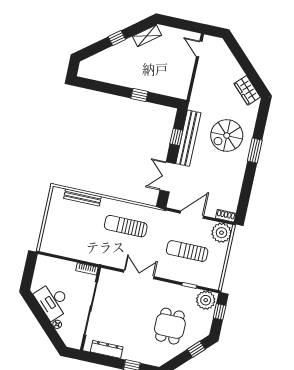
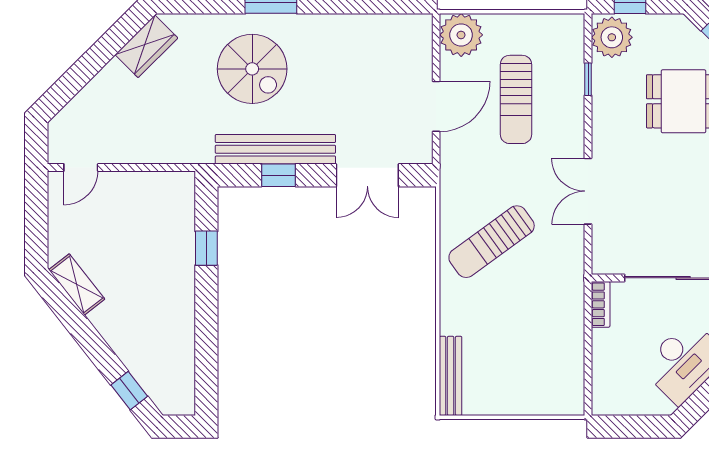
window: (117, 38) -> (129, 391), moved
window: (139, 95) -> (206, 248), moved
bench: (82, 197) -> (451, 376), moved
door: (192, 215) -> (436, 106), swing flipped
shoe rack: (226, 216) -> (423, 34), removed
sun lounger: (126, 226) -> (492, 242), turned 54

